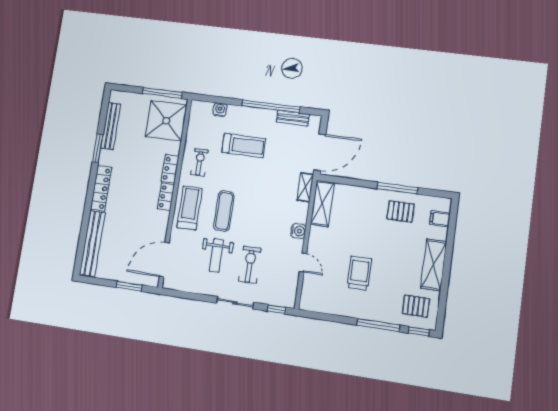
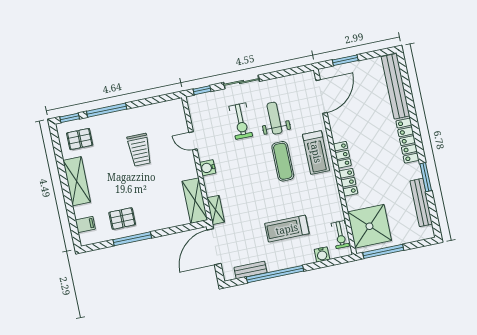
exercise bike: (200, 162) -> (340, 235), moved

